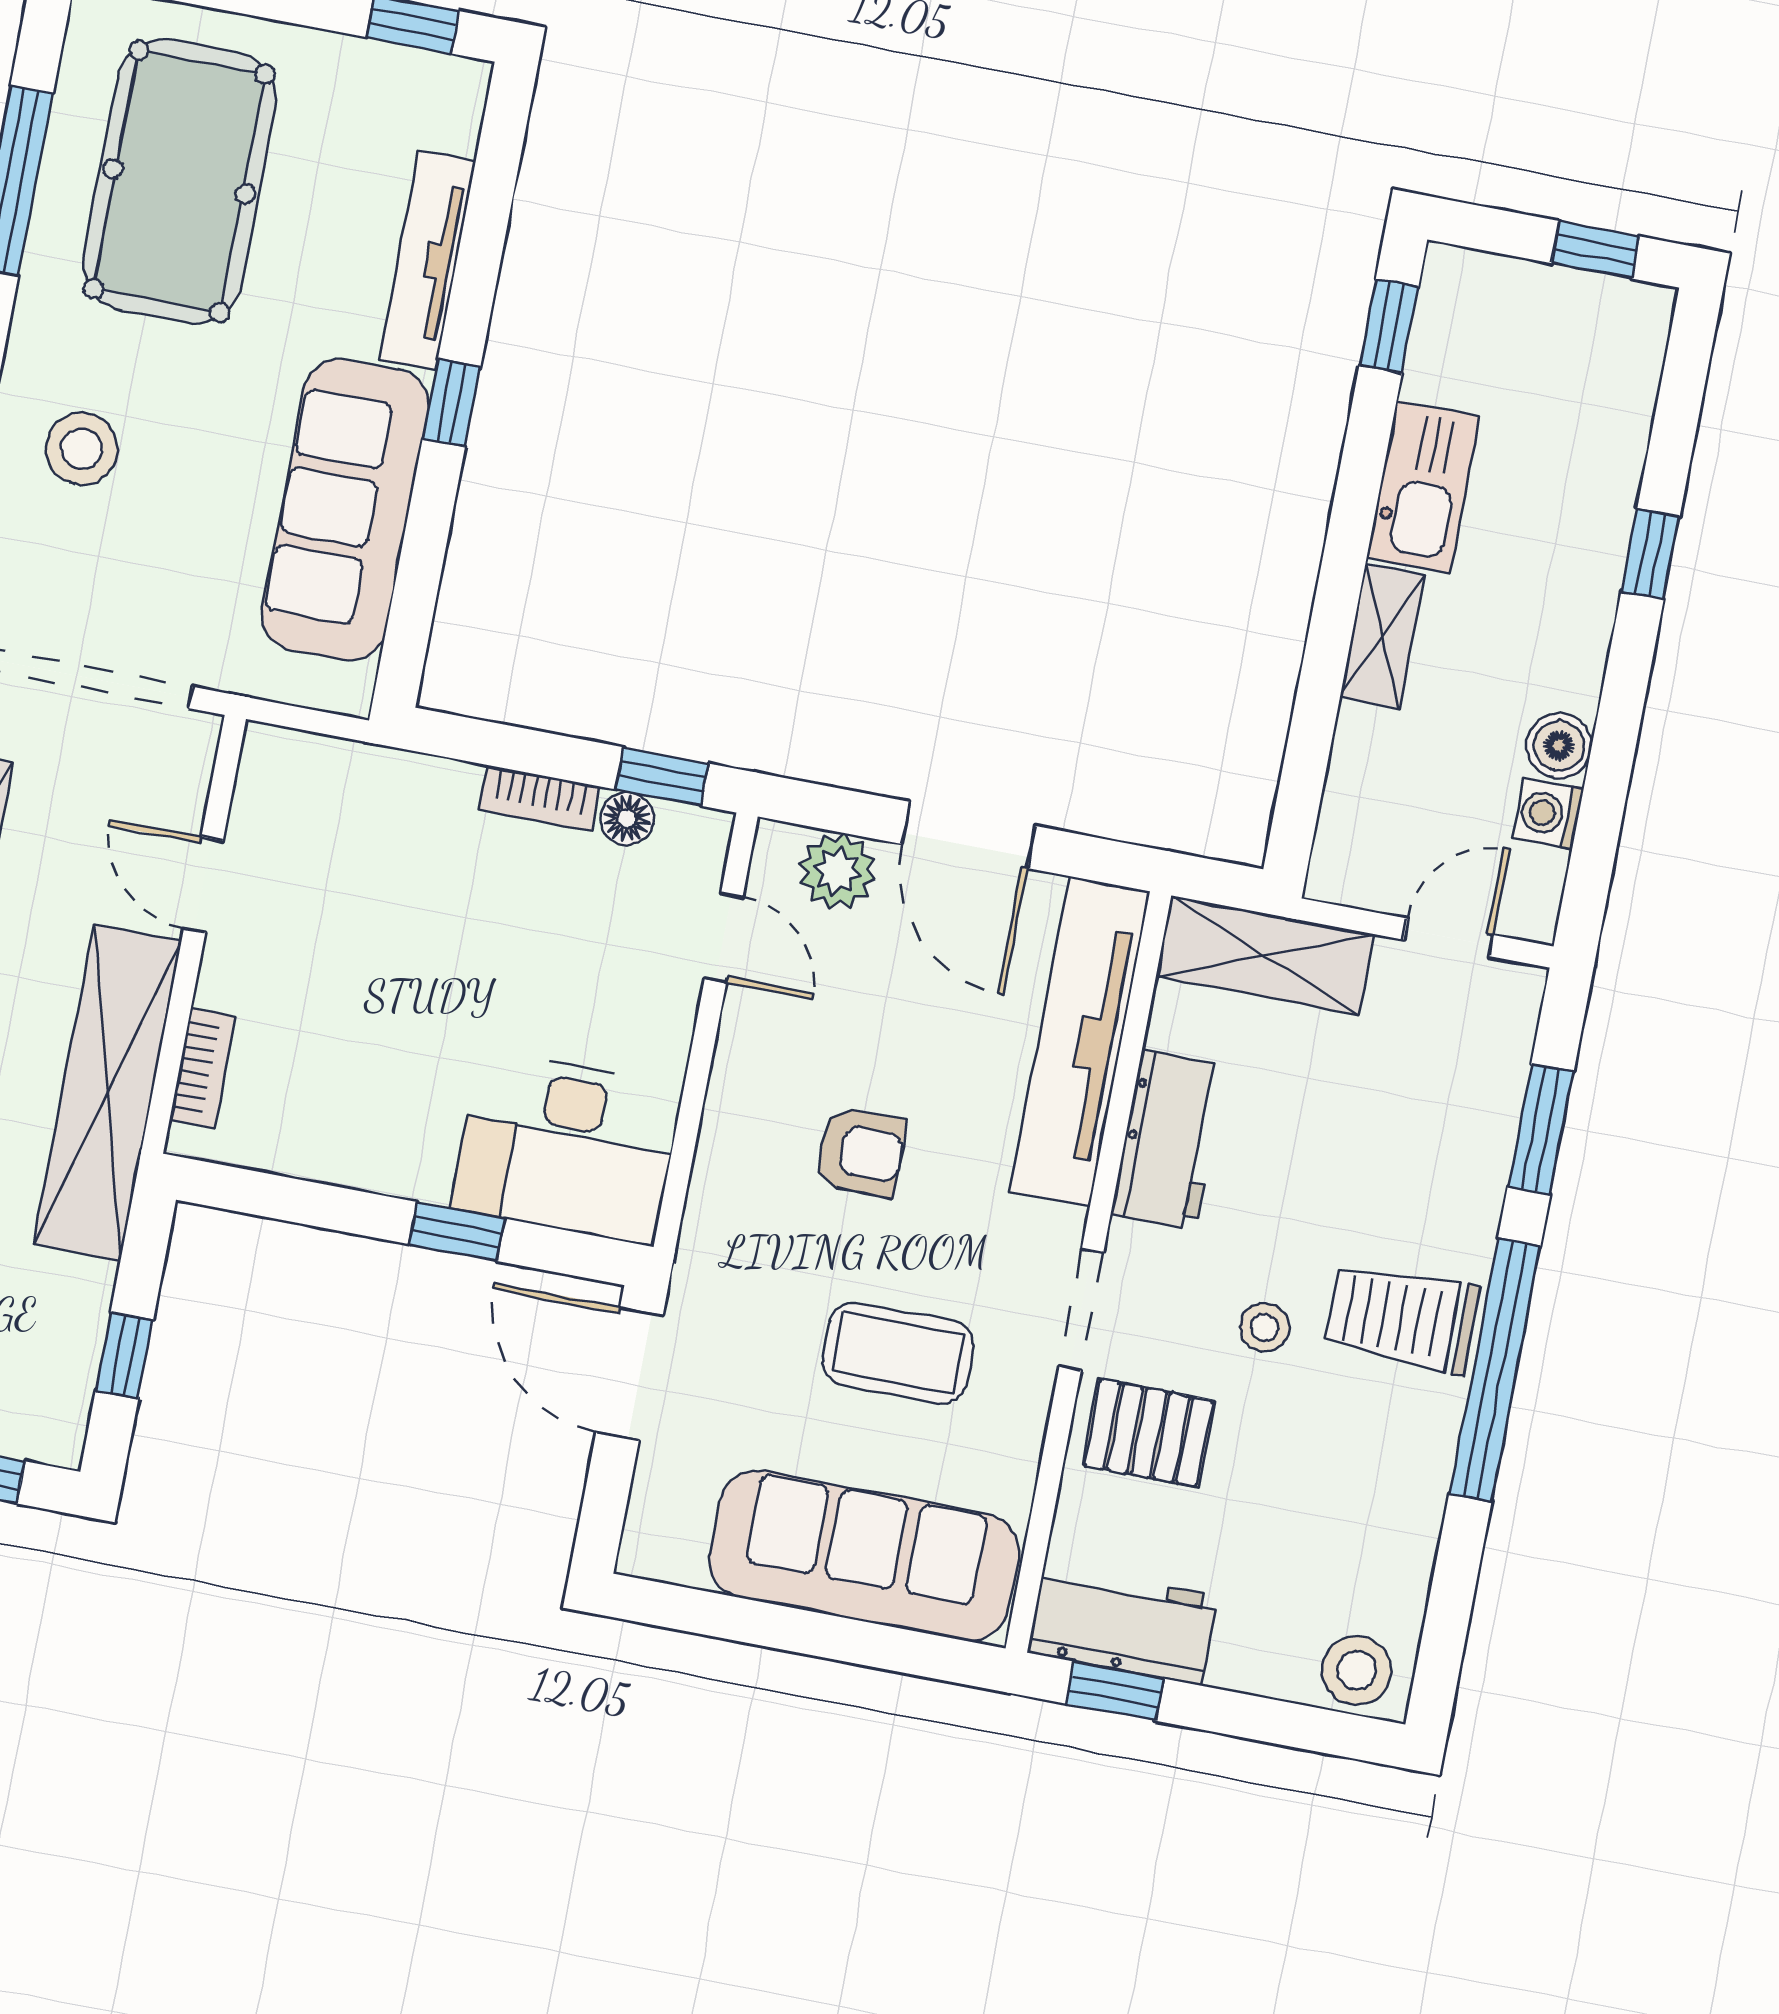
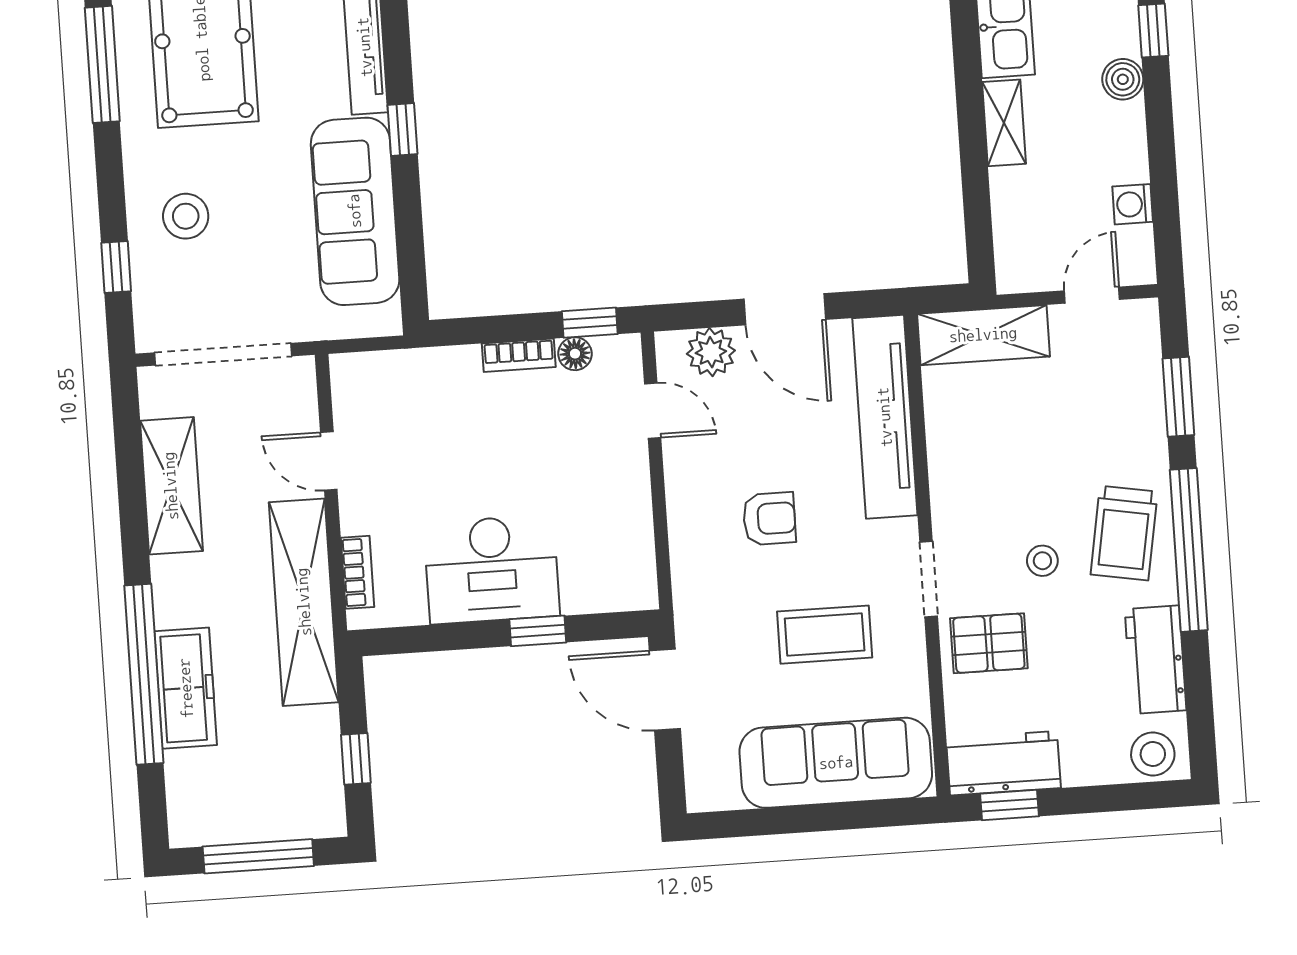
boiler: (1559, 746) -> (1123, 79), moved
workbench: (1169, 1140) -> (1155, 660), moved, turned 180
desk: (567, 1148) -> (492, 569), moved
trolley: (1402, 1318) -> (1124, 533), turned -80

